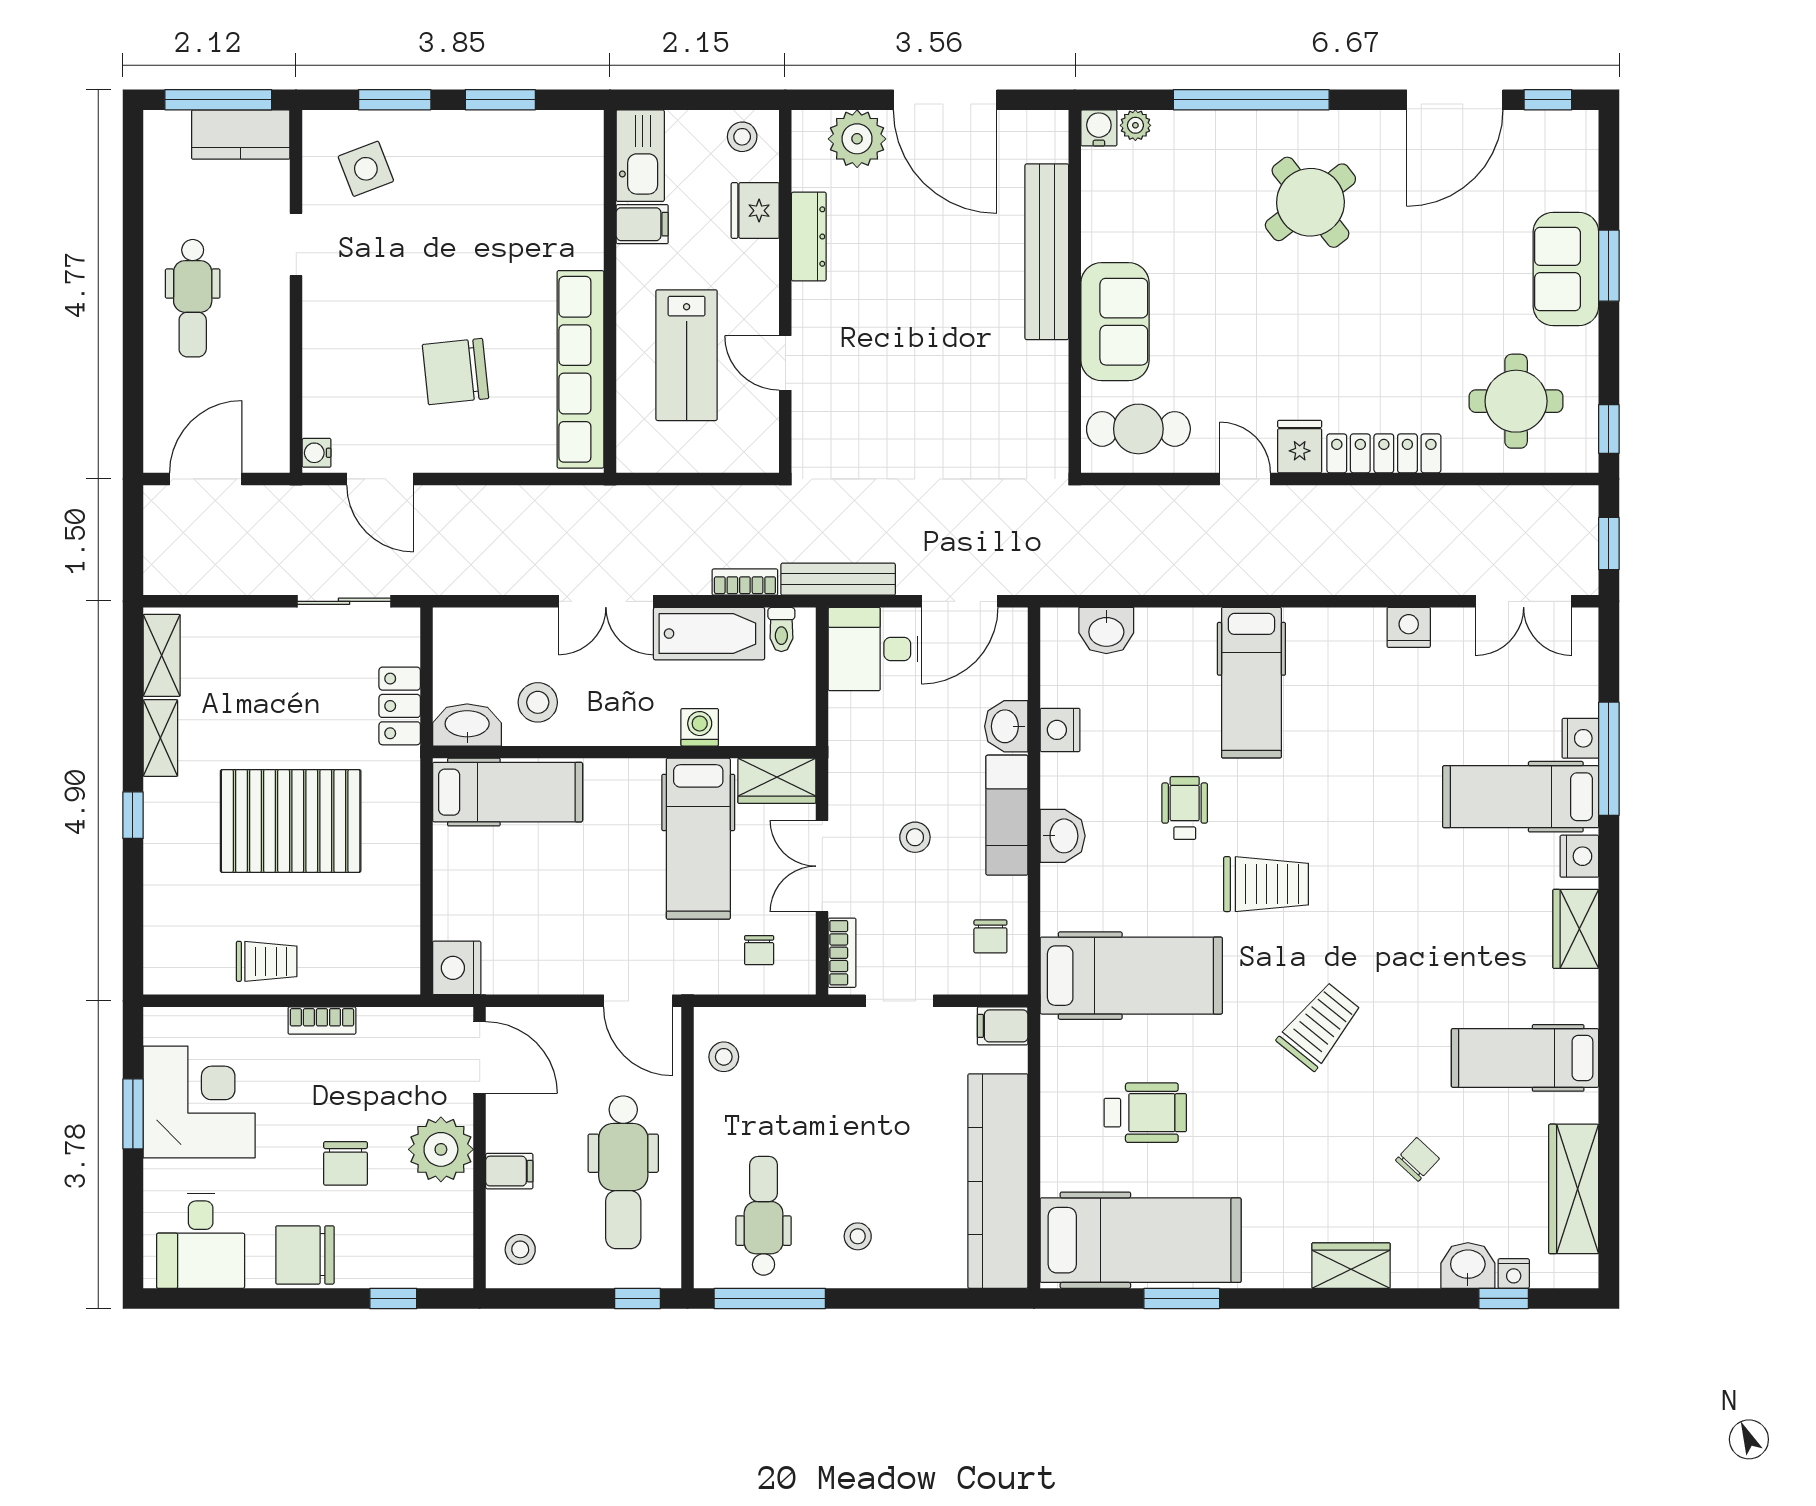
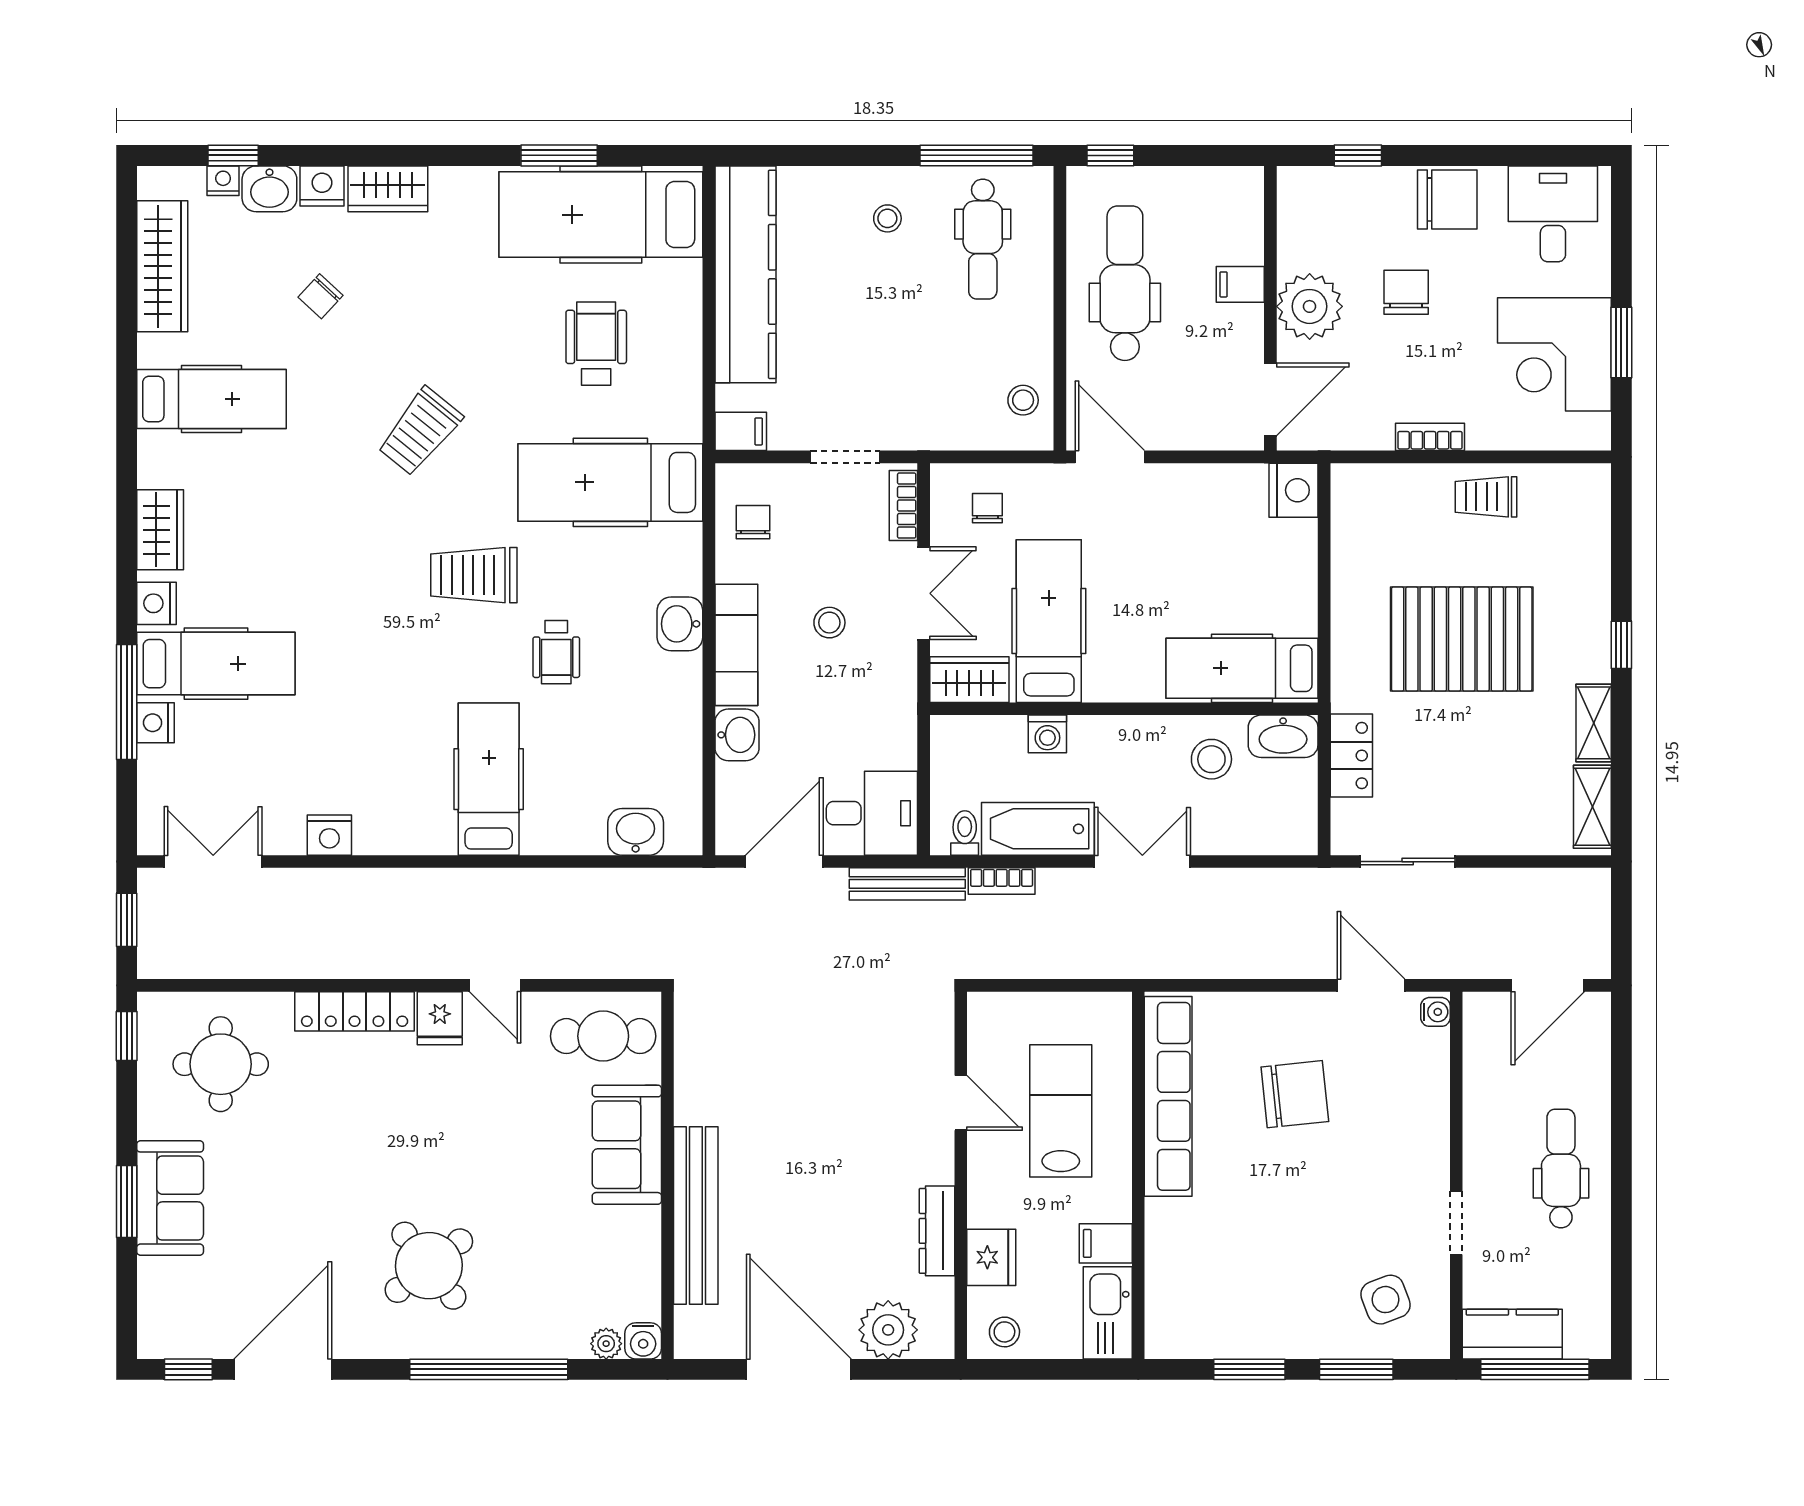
nightstand: (1060, 730) -> (322, 186), moved, turned -90
door: (480, 1058) -> (1270, 399), swing flipped
wheelchair: (1145, 1113) -> (596, 344), turned 90
stool: (520, 1249) -> (1229, 205), removed

